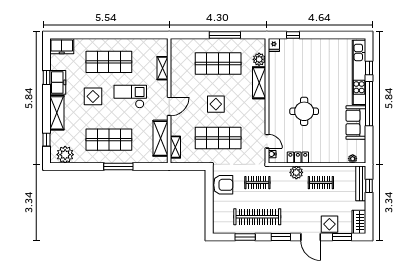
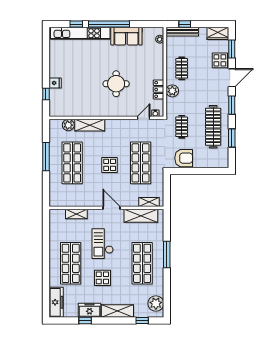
fridge: (274, 45) -> (55, 83), moved
freezer: (62, 46) -> (56, 302), width x1.40
armchair: (223, 185) -> (184, 158), turned 90

